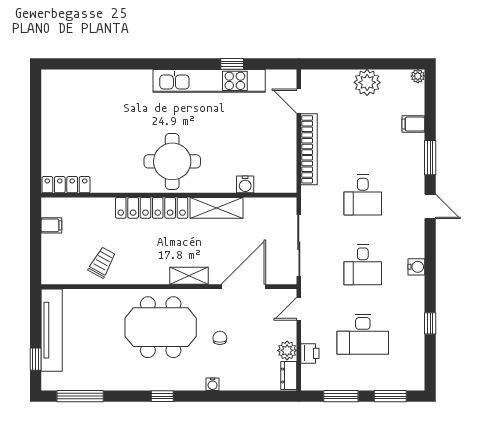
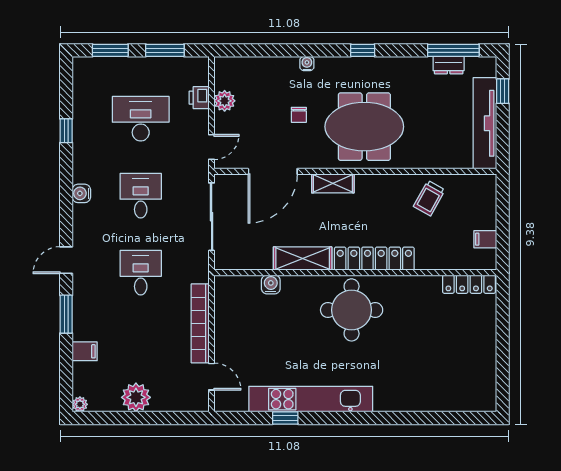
door: (430, 206) -> (66, 260), hinge flipped
dresser: (289, 375) -> (449, 65), moved, turned 90

